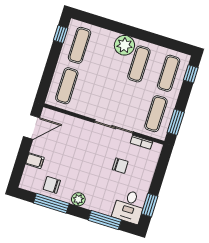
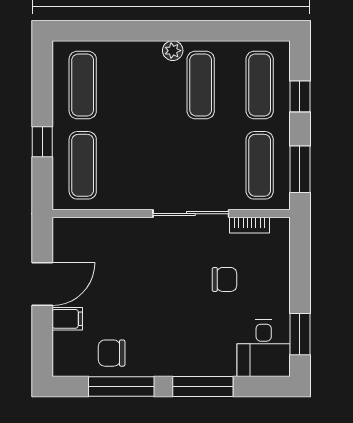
window: (61, 34) -> (42, 142), moved
plant: (124, 45) -> (173, 51), width x0.53, depth x0.53
window: (191, 74) -> (300, 96), moved
door: (32, 127) -> (42, 284), moved
plant: (78, 199) -> (168, 364), removed
window: (105, 220) -> (203, 387), moved

